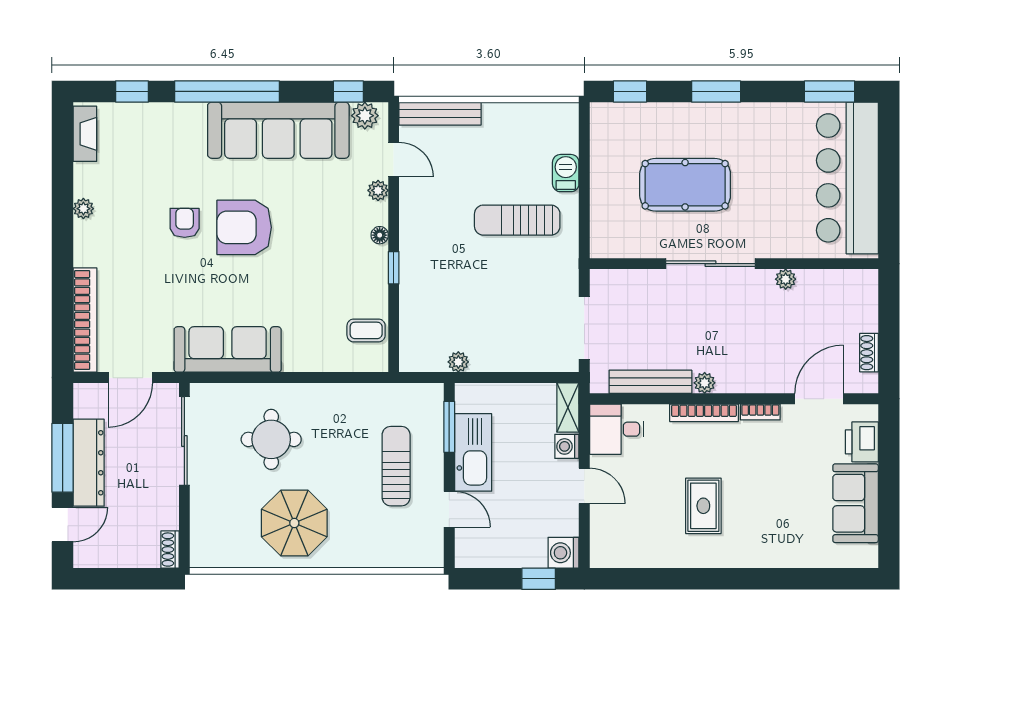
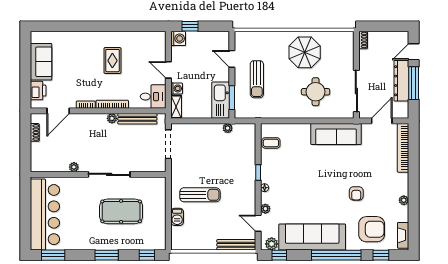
armchair: (244, 227) -> (372, 229), moved
kitchen sink: (473, 452) -> (221, 100), moved

